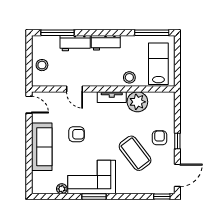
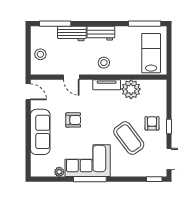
stool: (129, 77) -> (104, 63), moved
window: (94, 197) -> (90, 179), width x1.44

